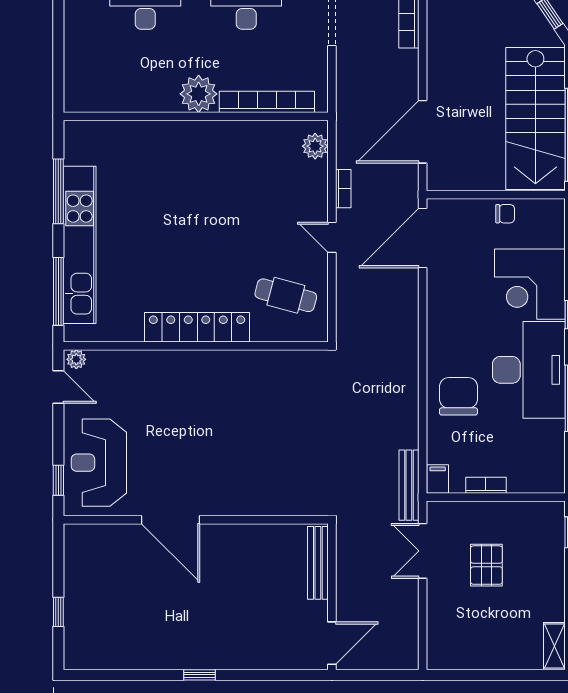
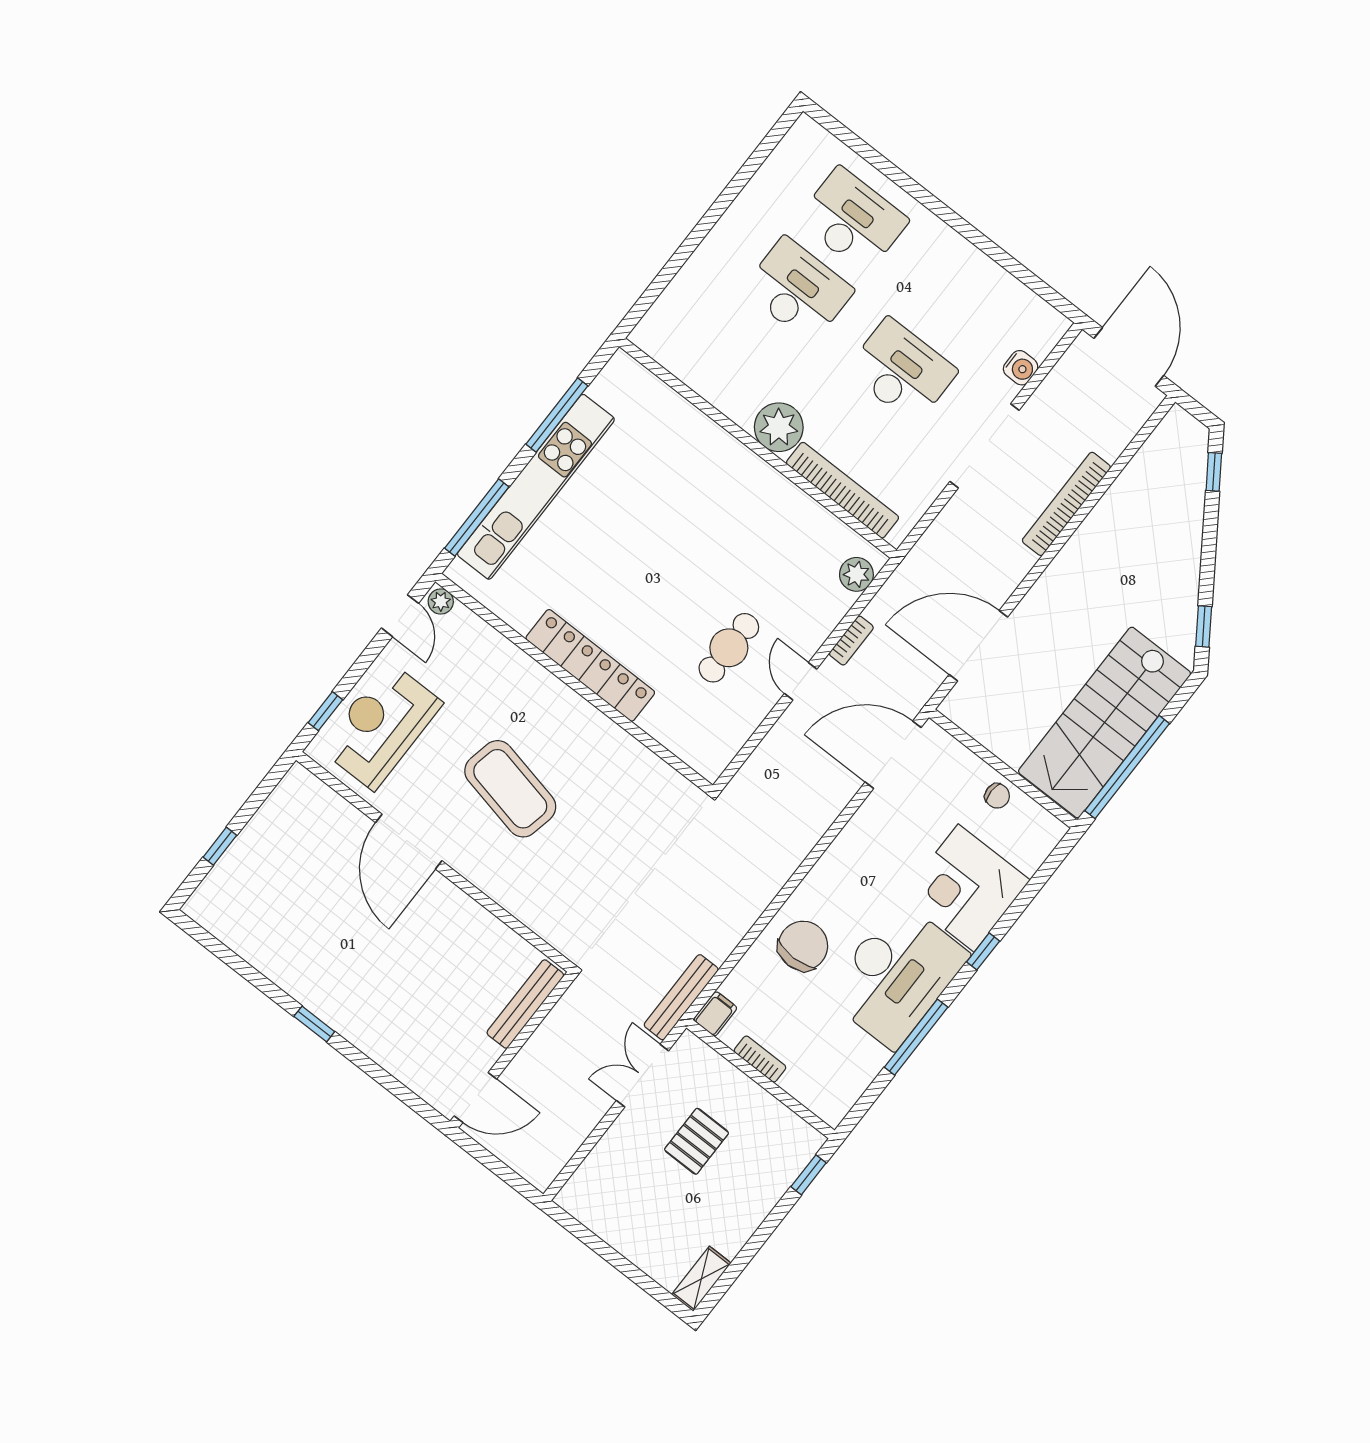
cafe table: (286, 295) -> (729, 648), moved, turned 75
coffee table: (207, 440) -> (510, 789), added

